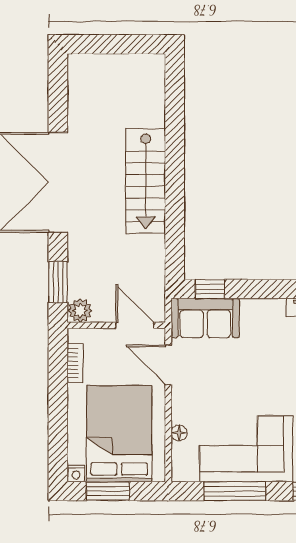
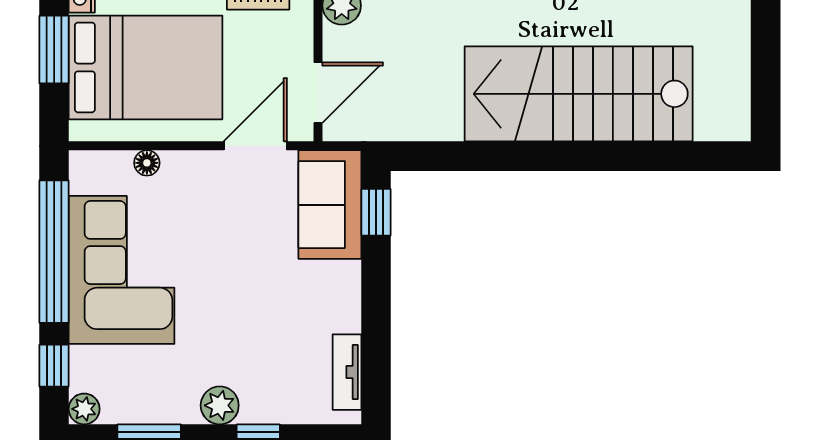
stairs: (146, 181) -> (579, 94), width x1.36, depth x1.51
window: (235, 491) -> (54, 252), width x1.46

